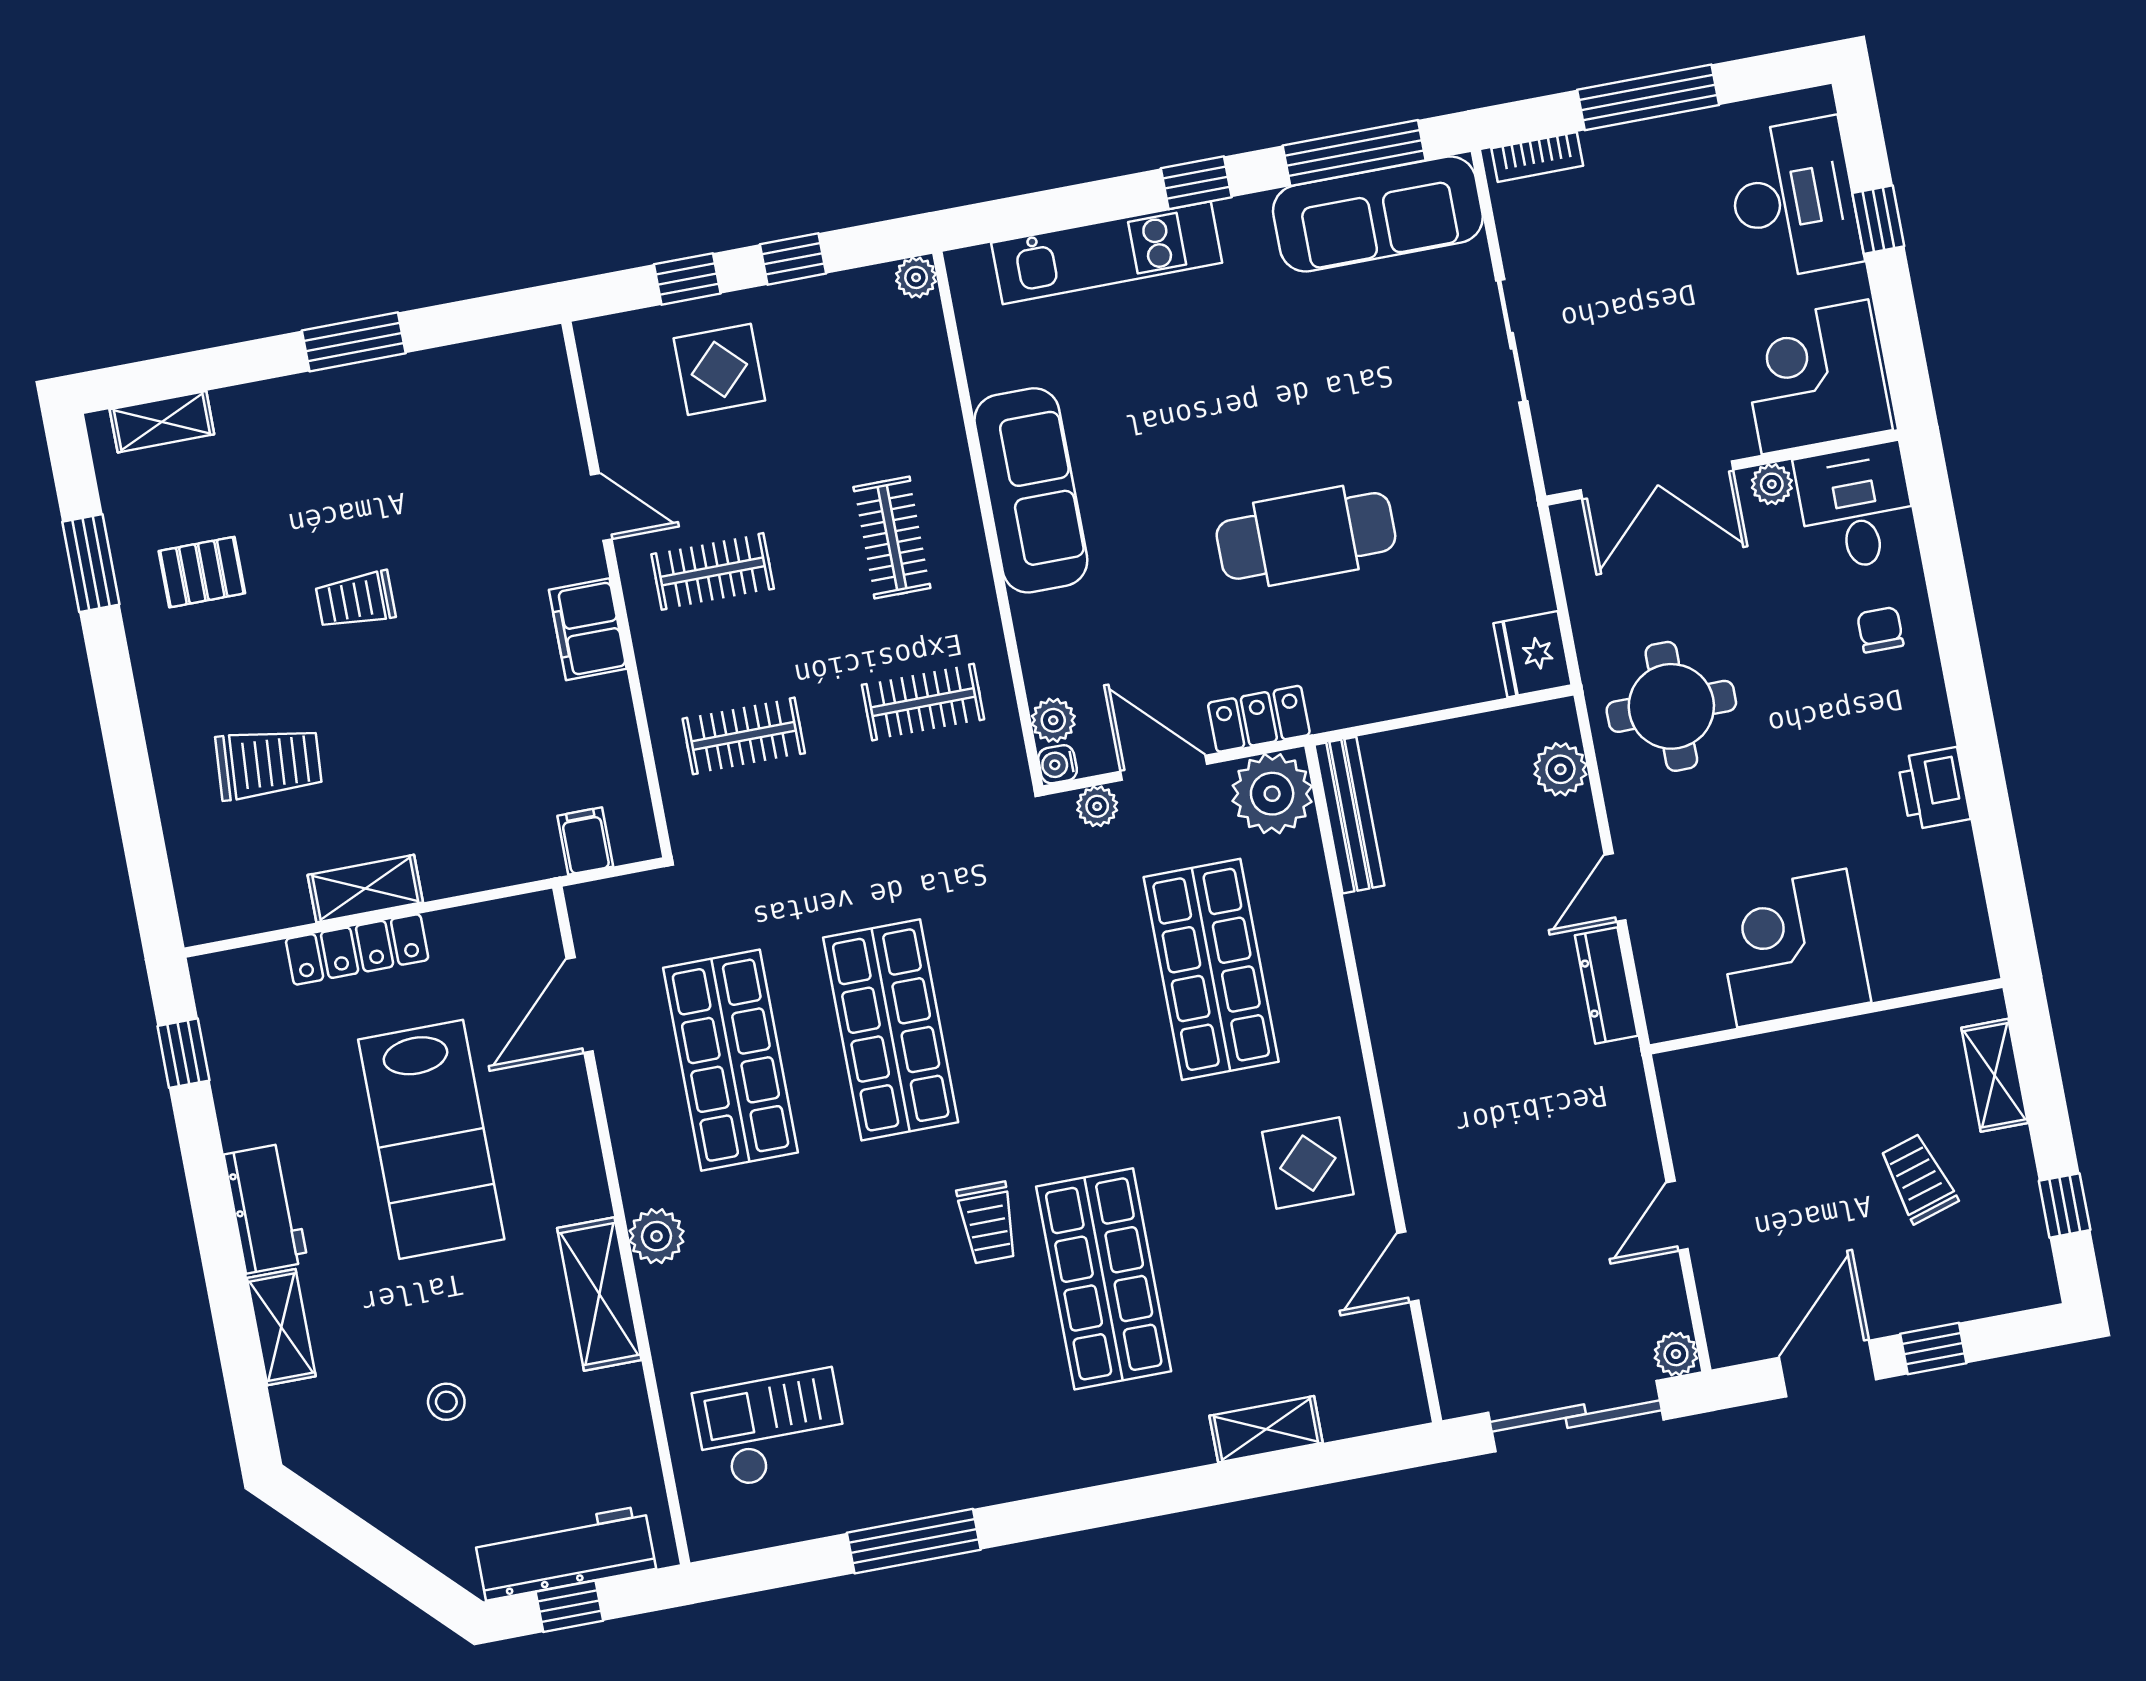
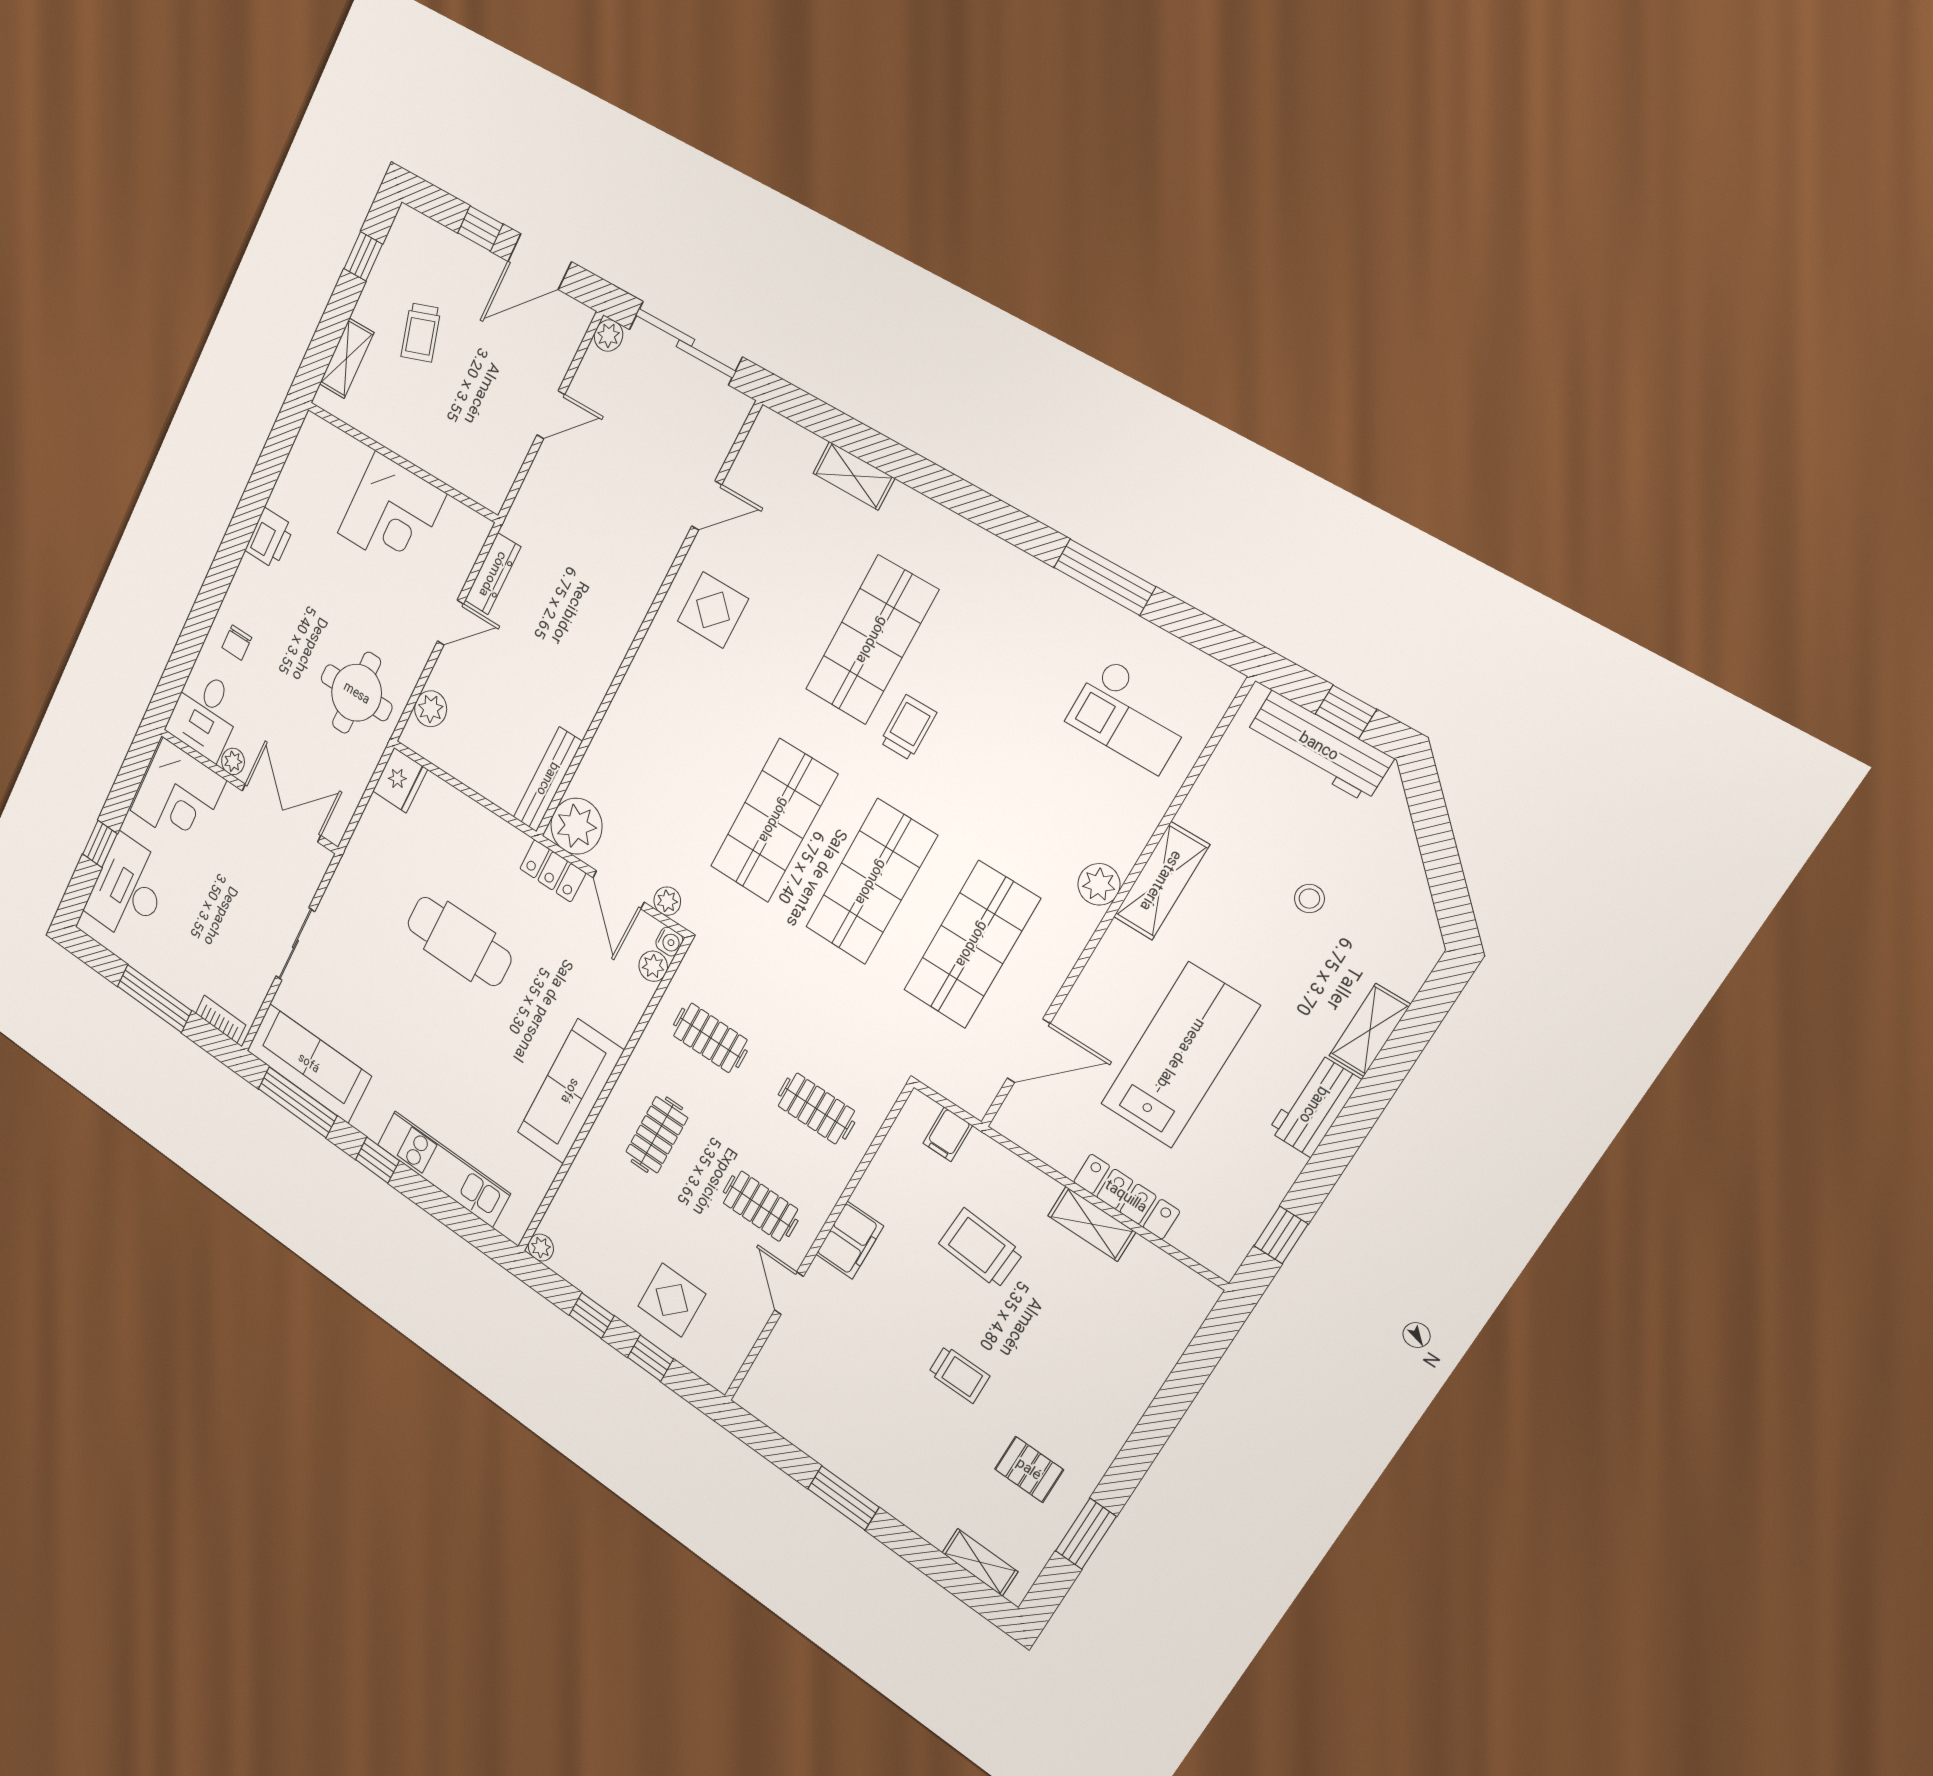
trolley: (269, 763) -> (981, 1248), moved
shop shelf: (1211, 969) -> (774, 820), moved

